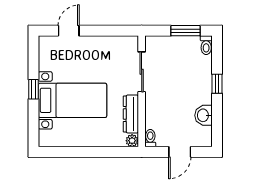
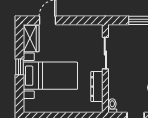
wardrobe: (48, 53) -> (31, 38), added
plant: (132, 141) -> (98, 108), removed

